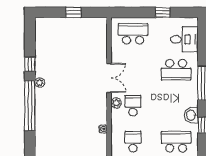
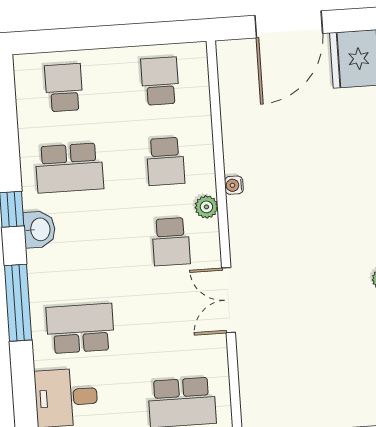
plant: (116, 103) -> (206, 207), moved

